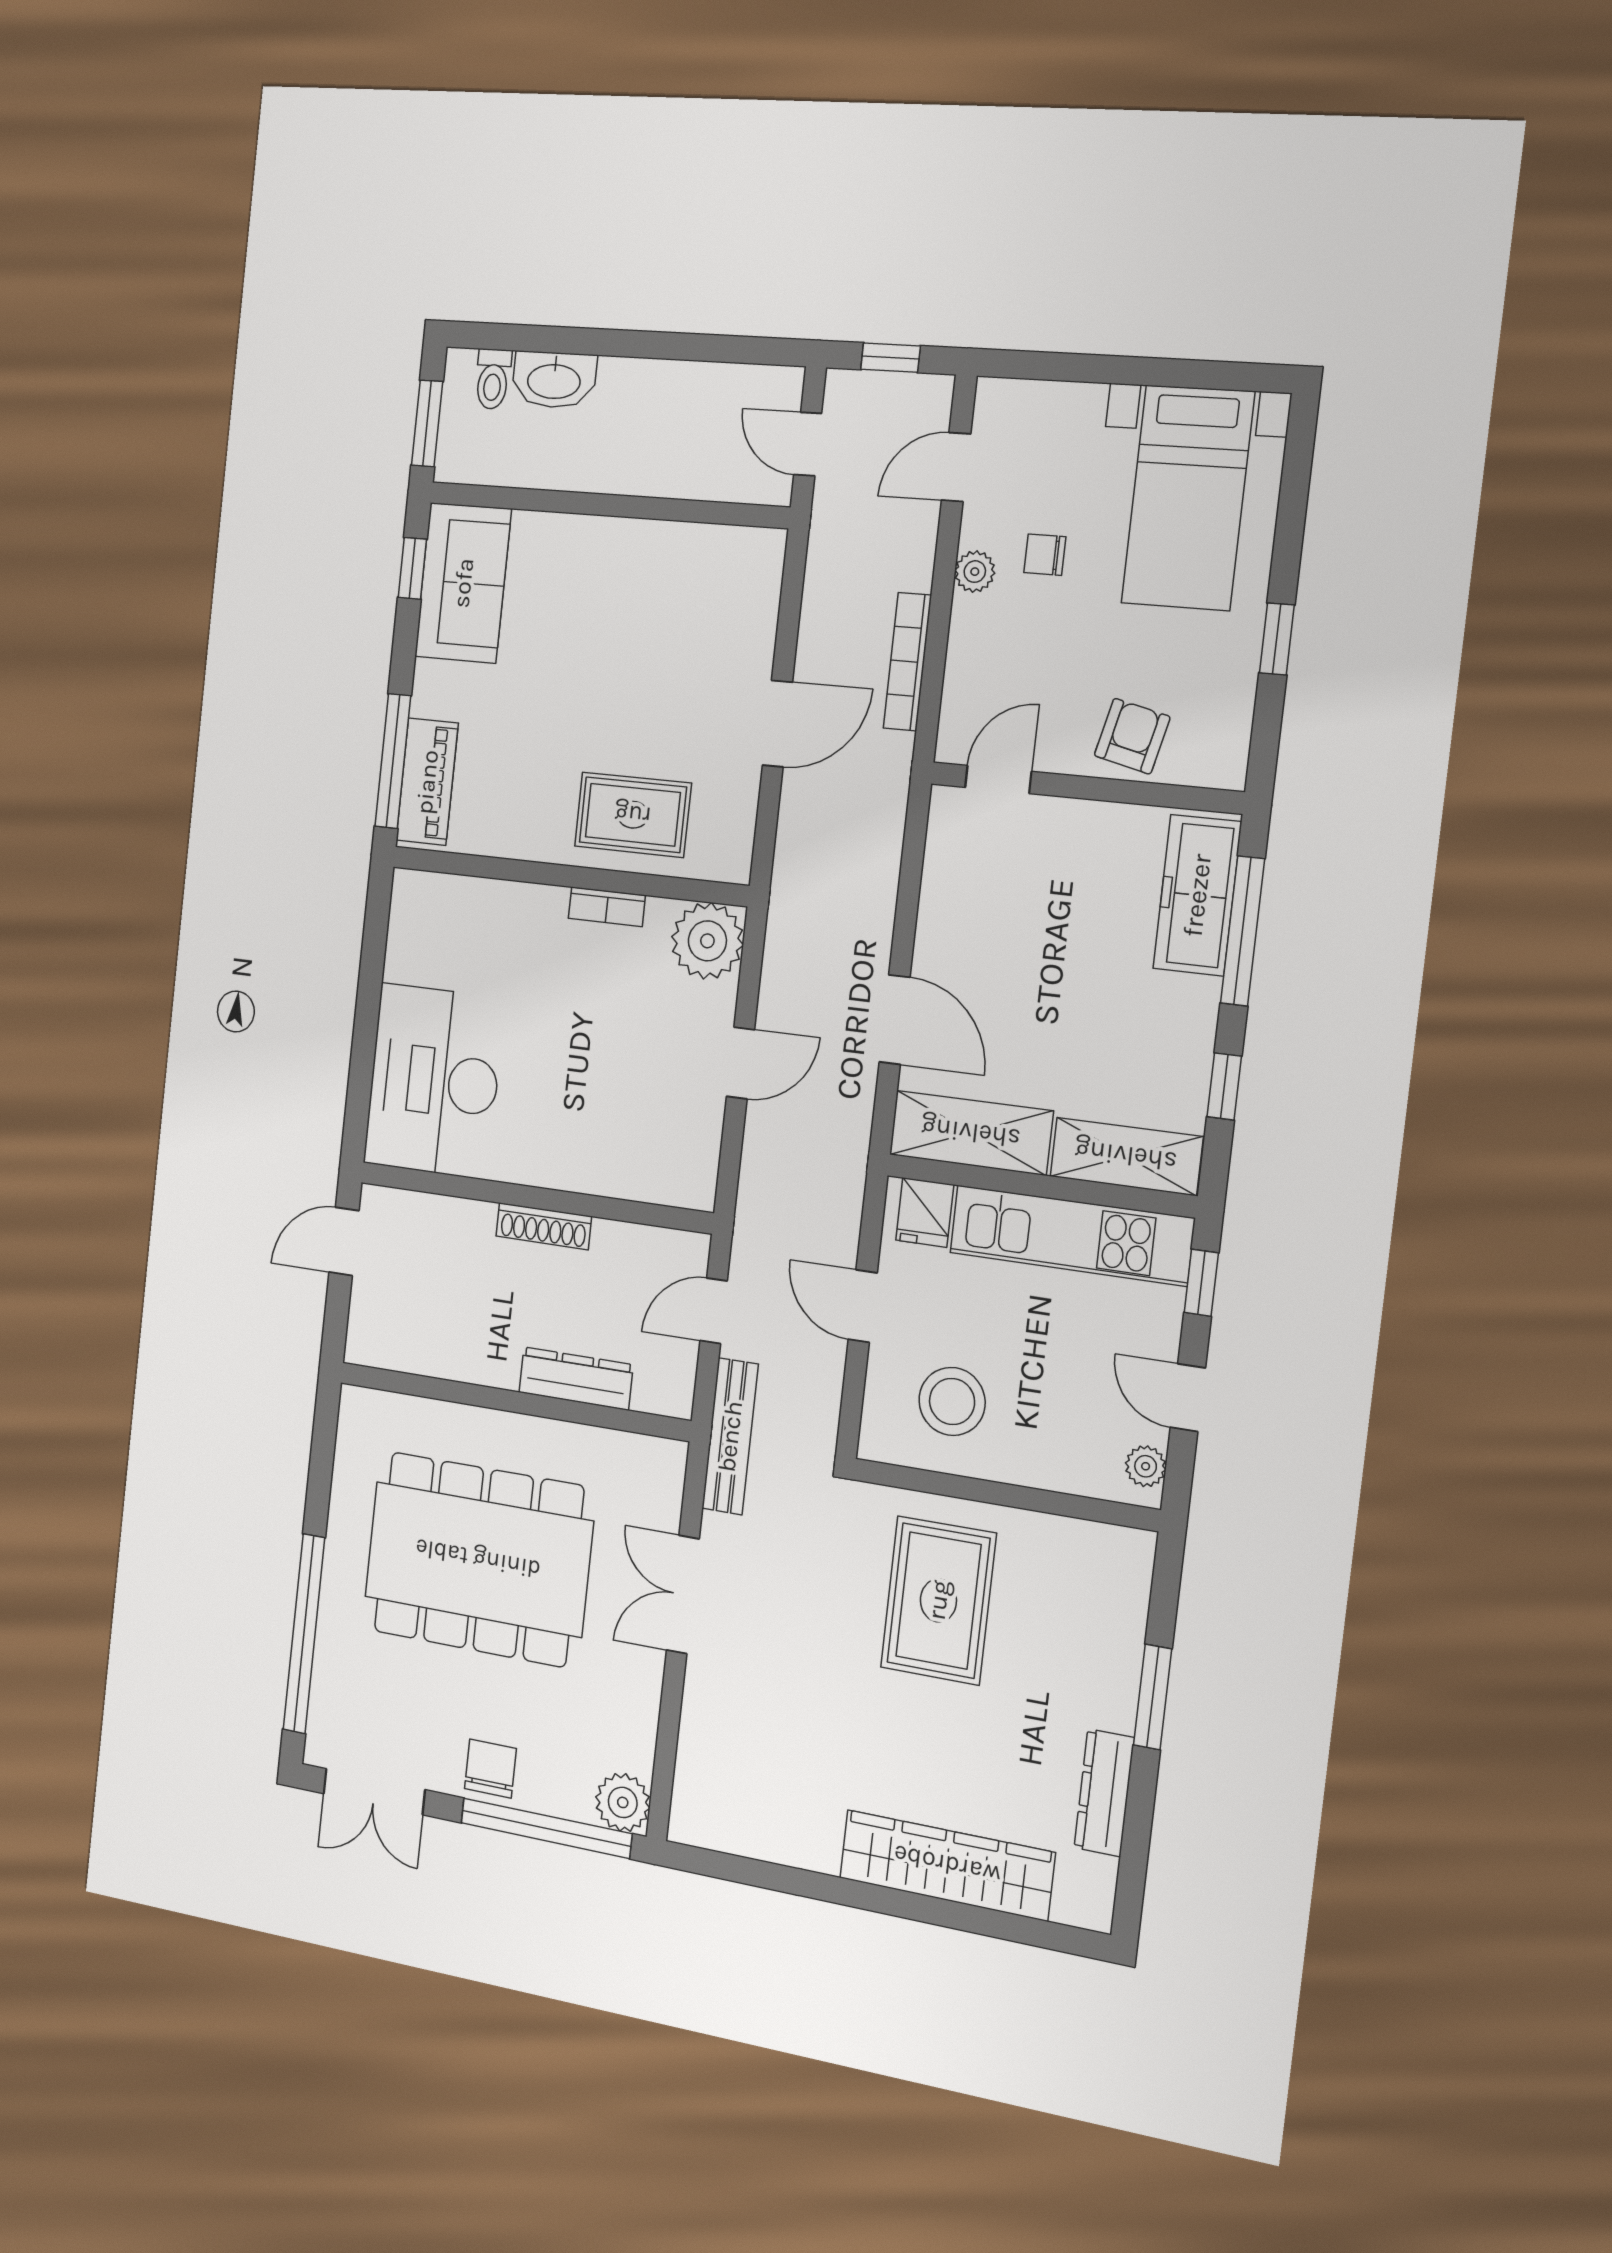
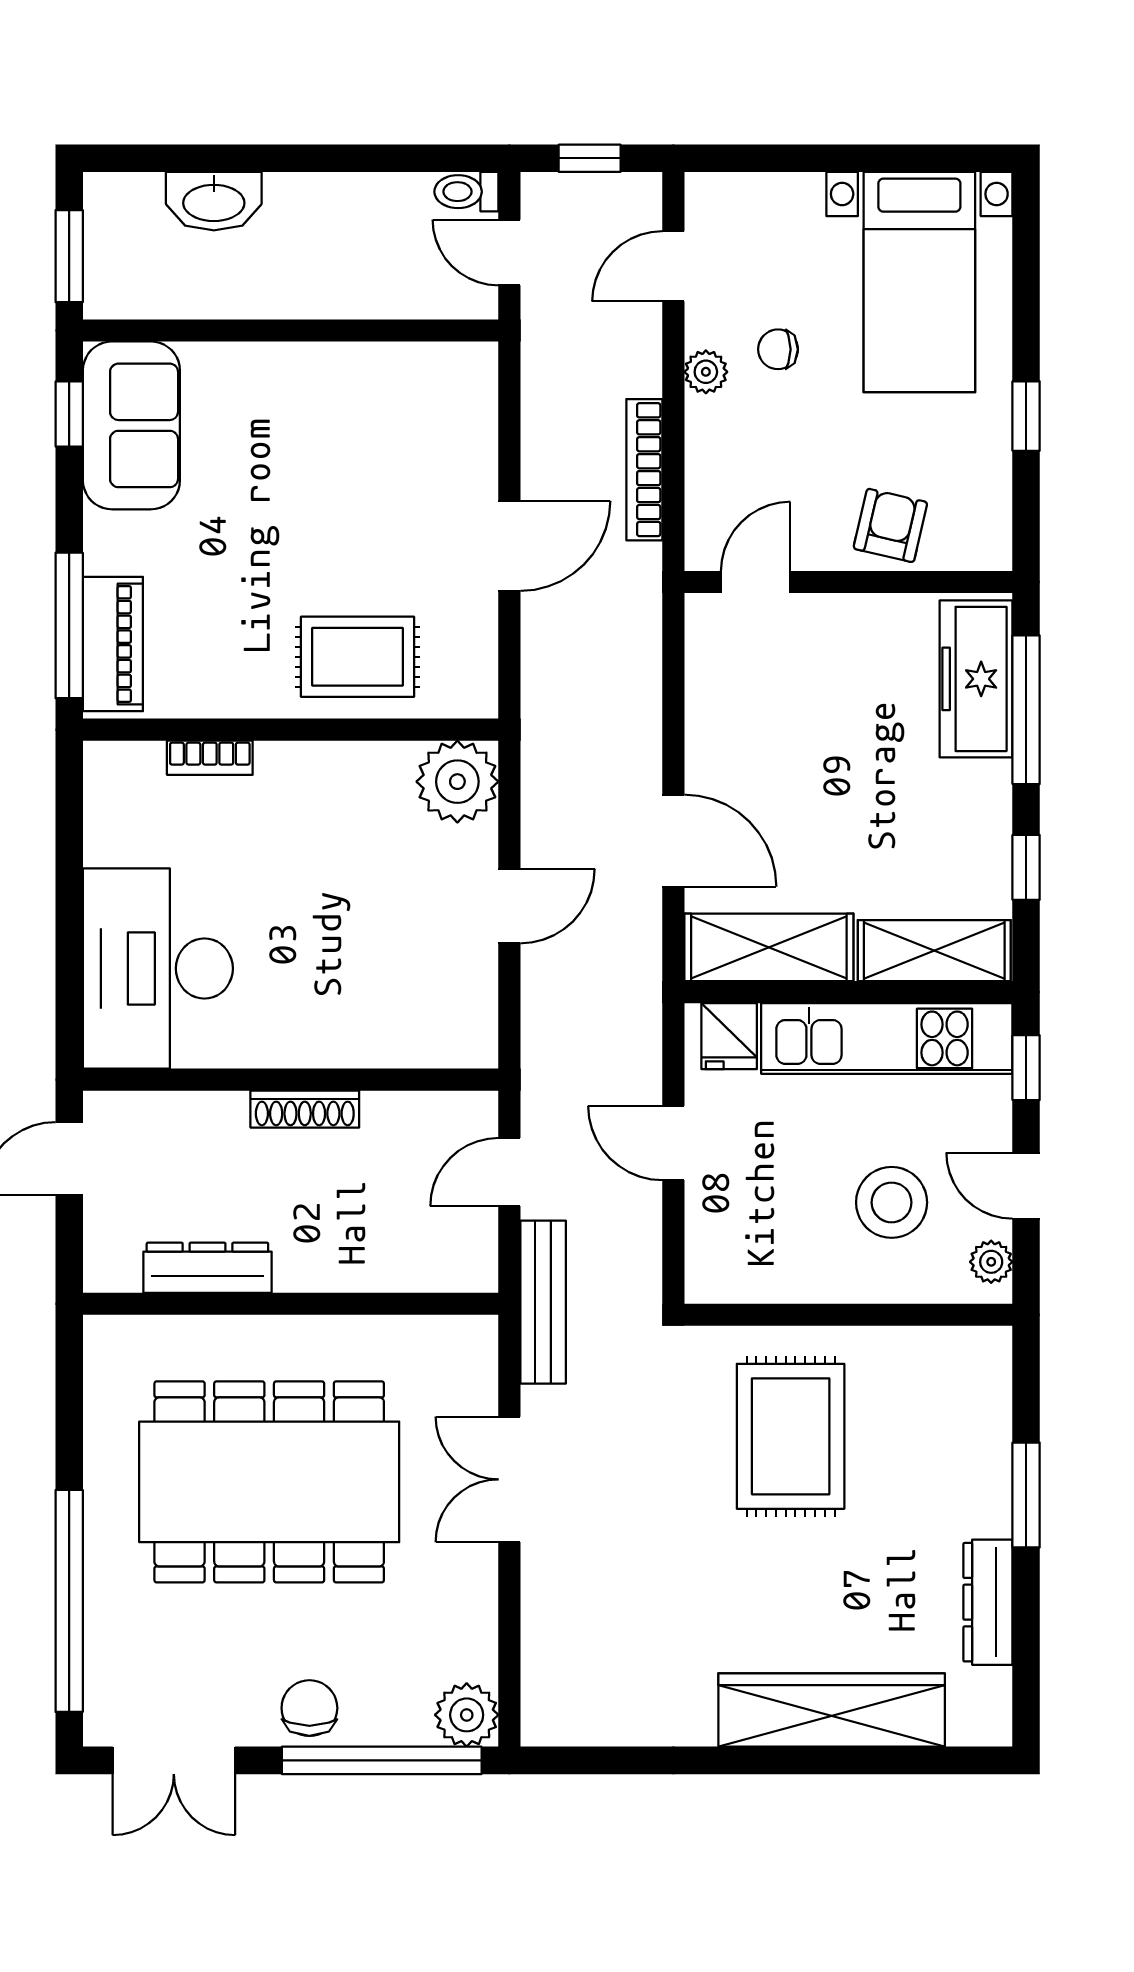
toilet: (493, 379) -> (466, 192), moved, turned 90
bookcase: (607, 907) -> (210, 758), moved
dresser: (576, 1379) -> (207, 1268), moved
stool: (952, 1401) -> (892, 1202), moved

